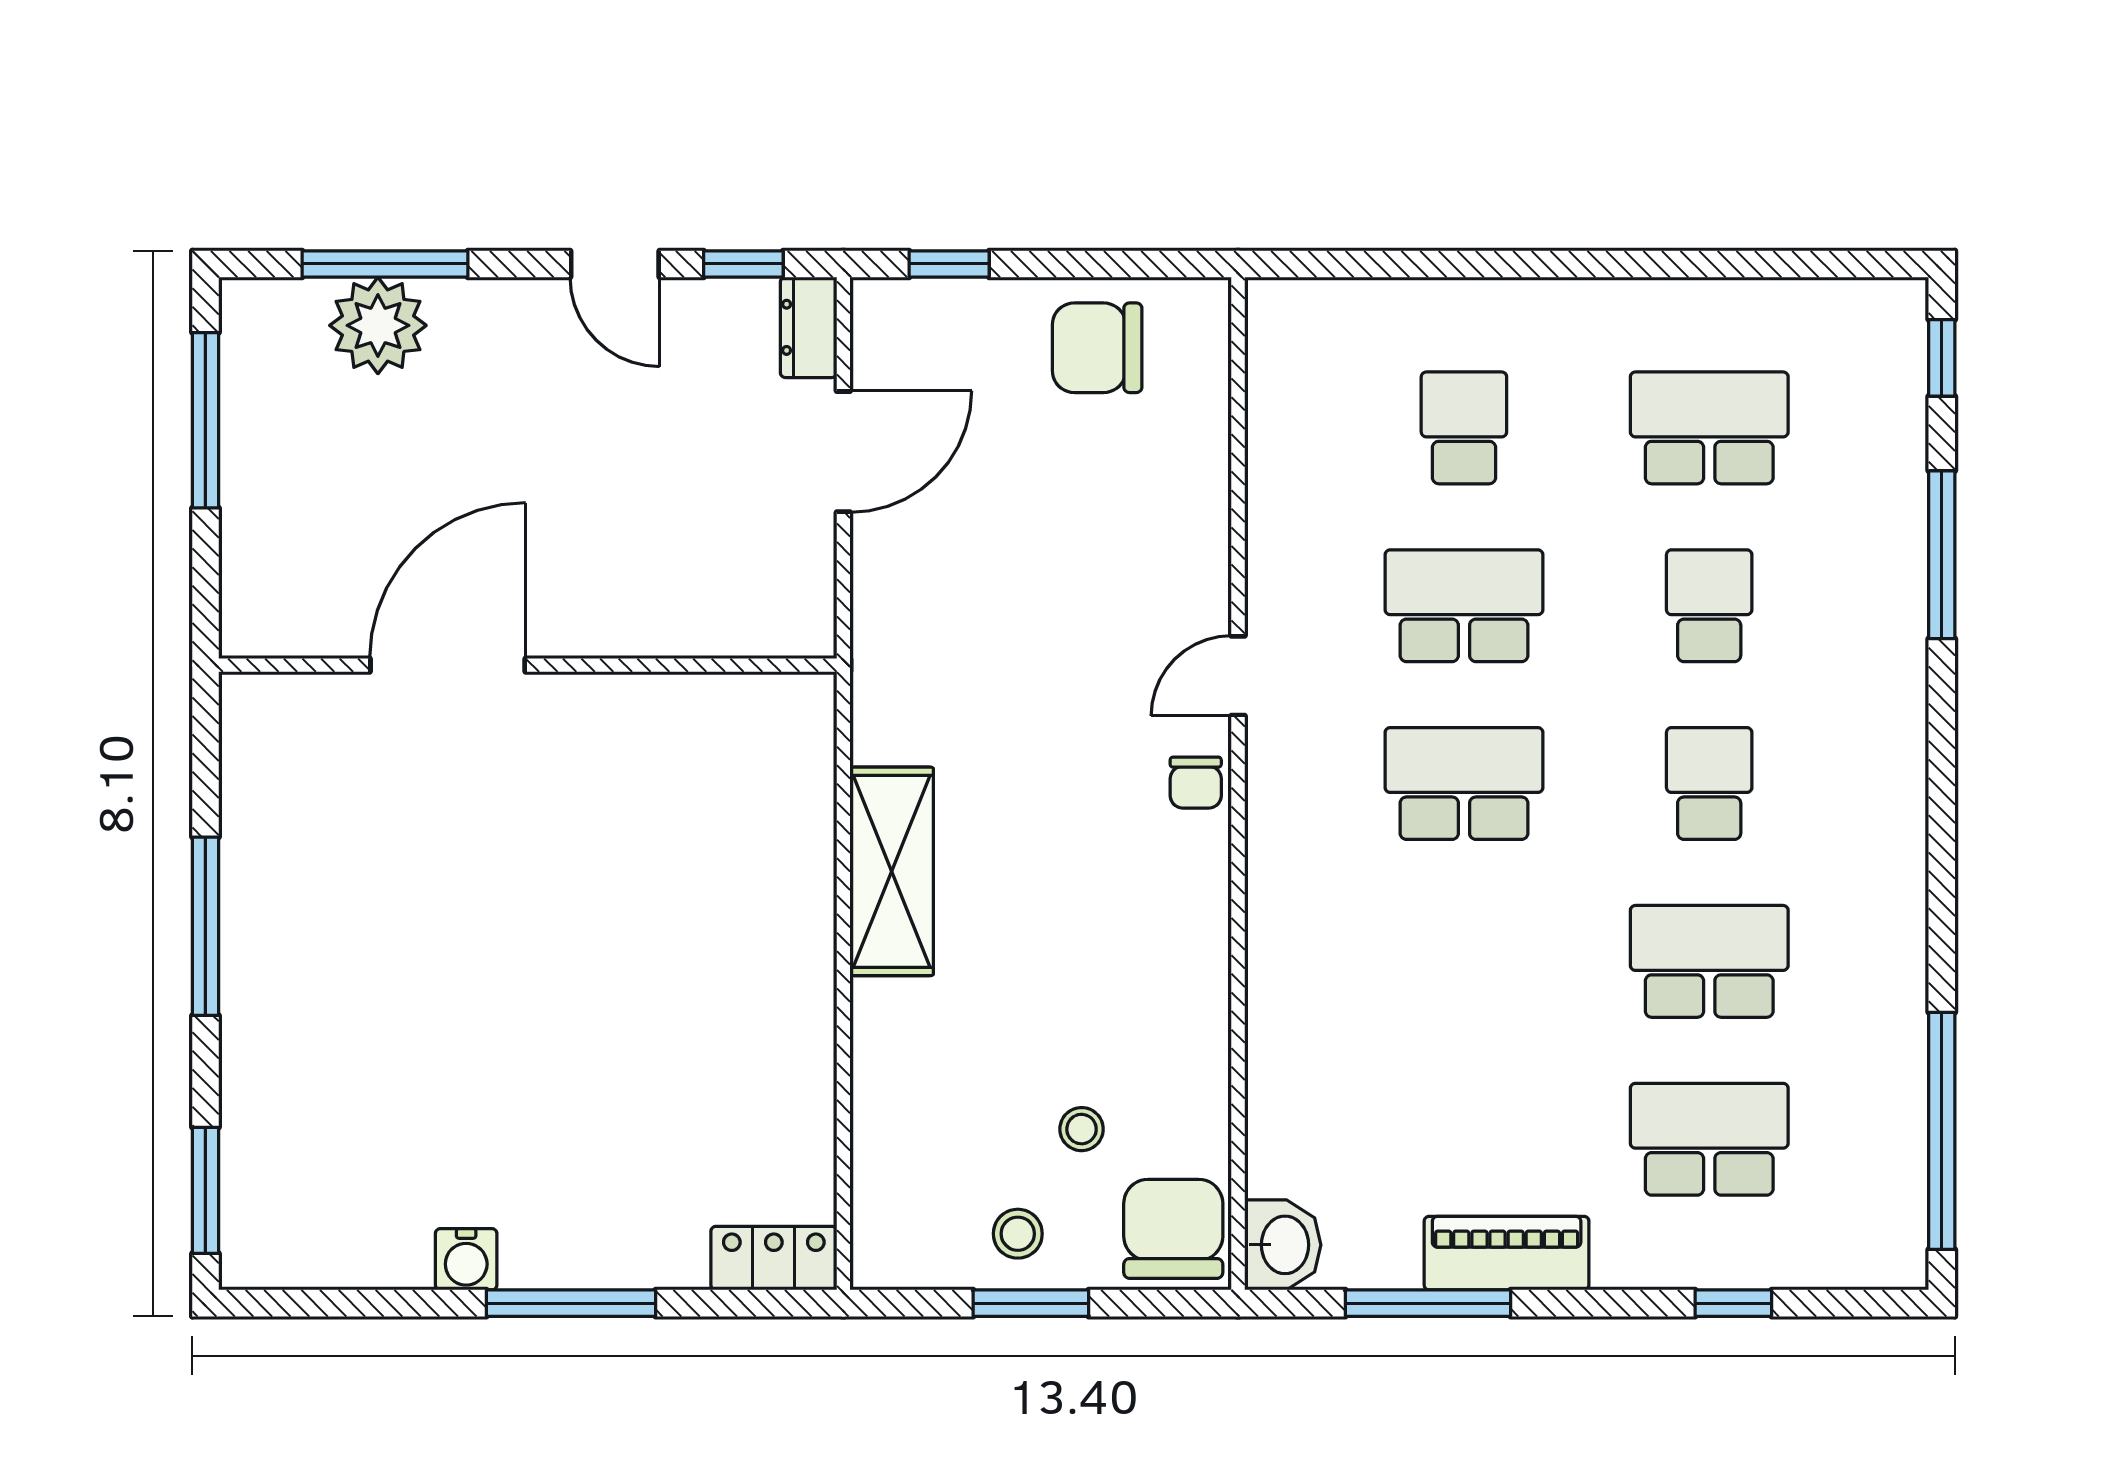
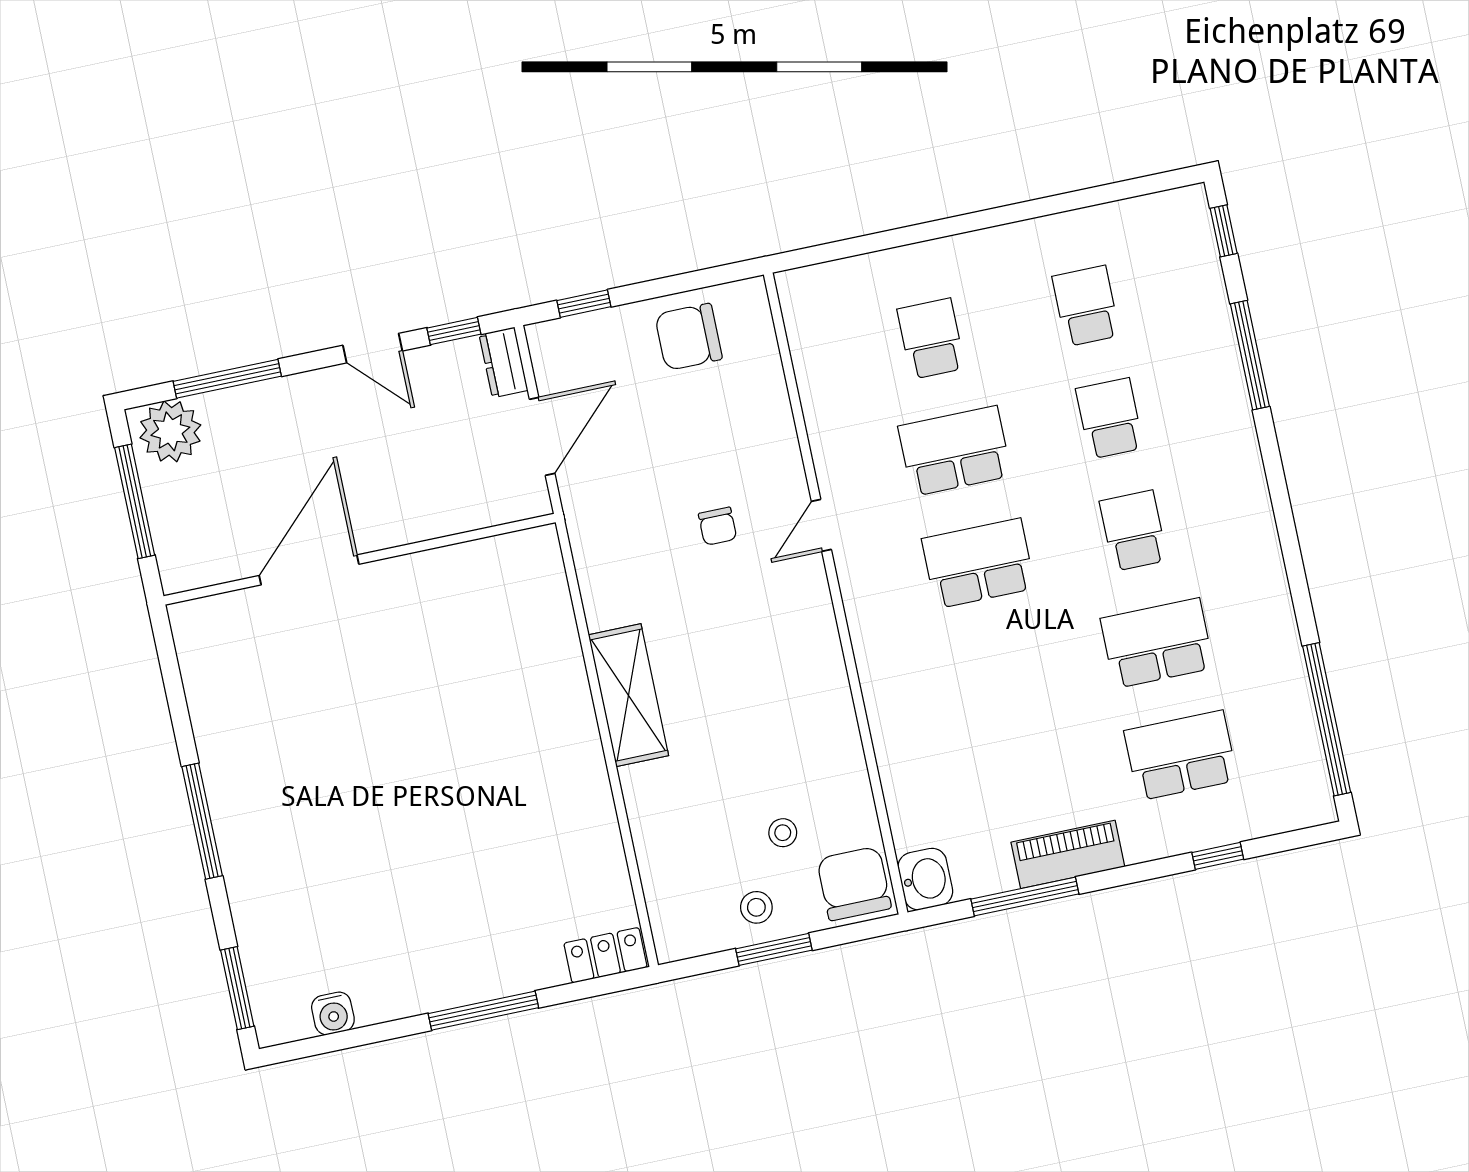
plant: (378, 325) -> (170, 431), moved
school desk: (1709, 428) -> (1086, 306), width x0.54
door: (448, 665) -> (309, 570), moved
wall: (528, 665) -> (360, 559), moved
chair: (1196, 783) -> (718, 526), moved
water cooler: (466, 1259) -> (333, 1013), moved

